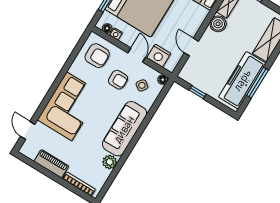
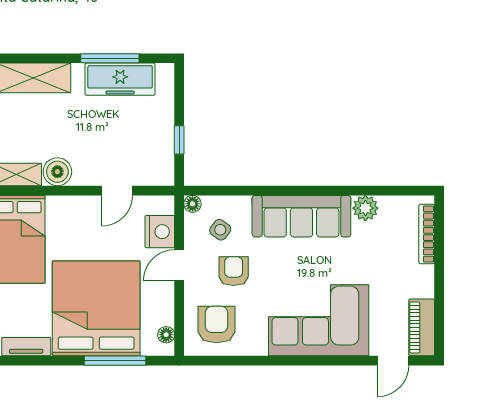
nightstand: (116, 34) -> (166, 316), removed
freezer: (242, 80) -> (120, 79), width x0.73, depth x0.79
piano: (51, 164) -> (422, 327), moved

